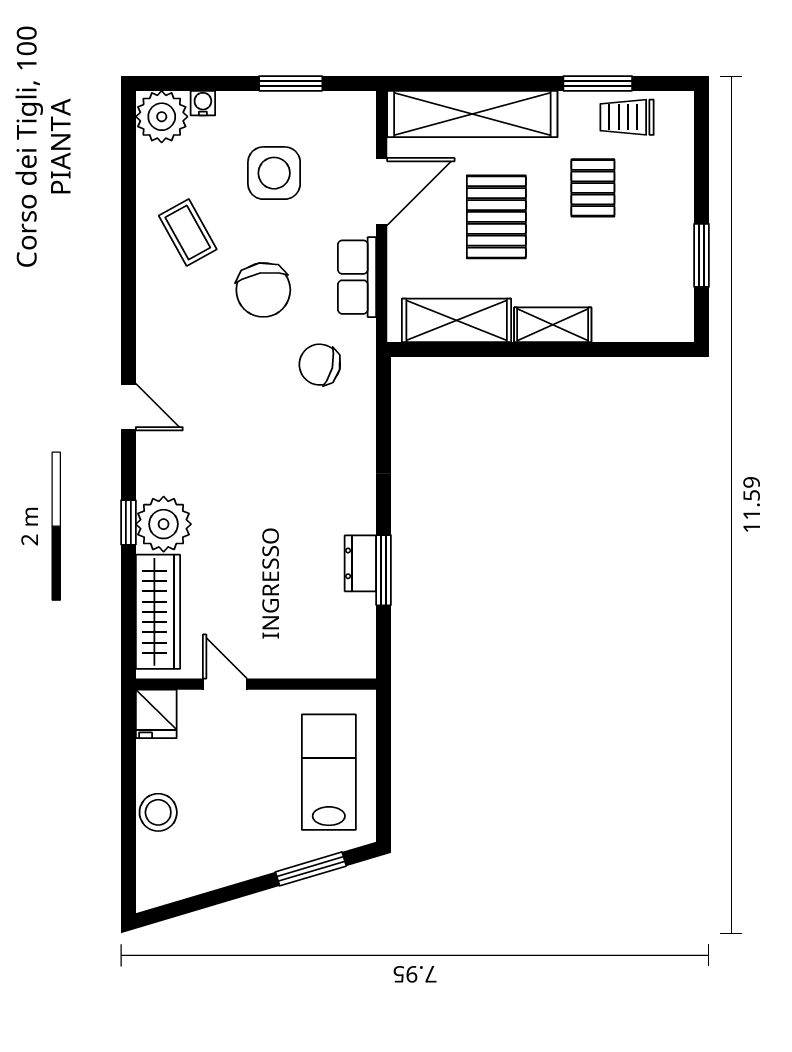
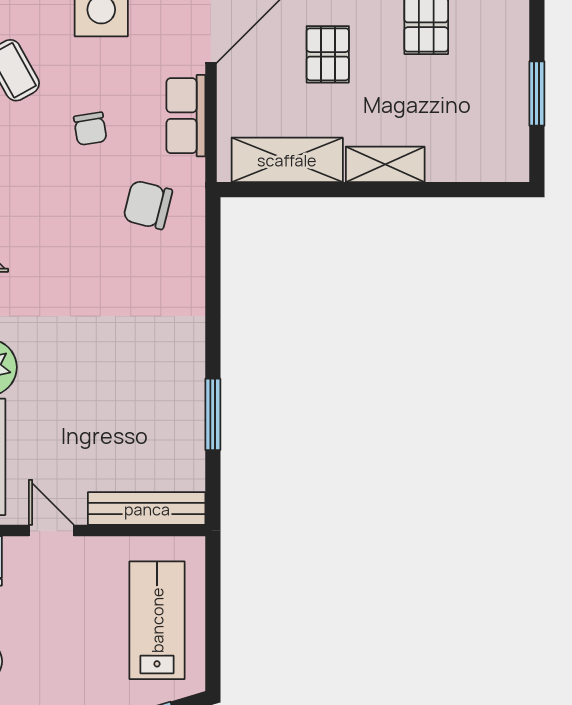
pallet: (496, 217) -> (328, 54), width x0.67, depth x0.71
chair: (263, 290) -> (90, 129), width x0.54, depth x0.54
dresser: (360, 563) -> (189, 407), removed
bench: (319, 663) -> (147, 509), added

